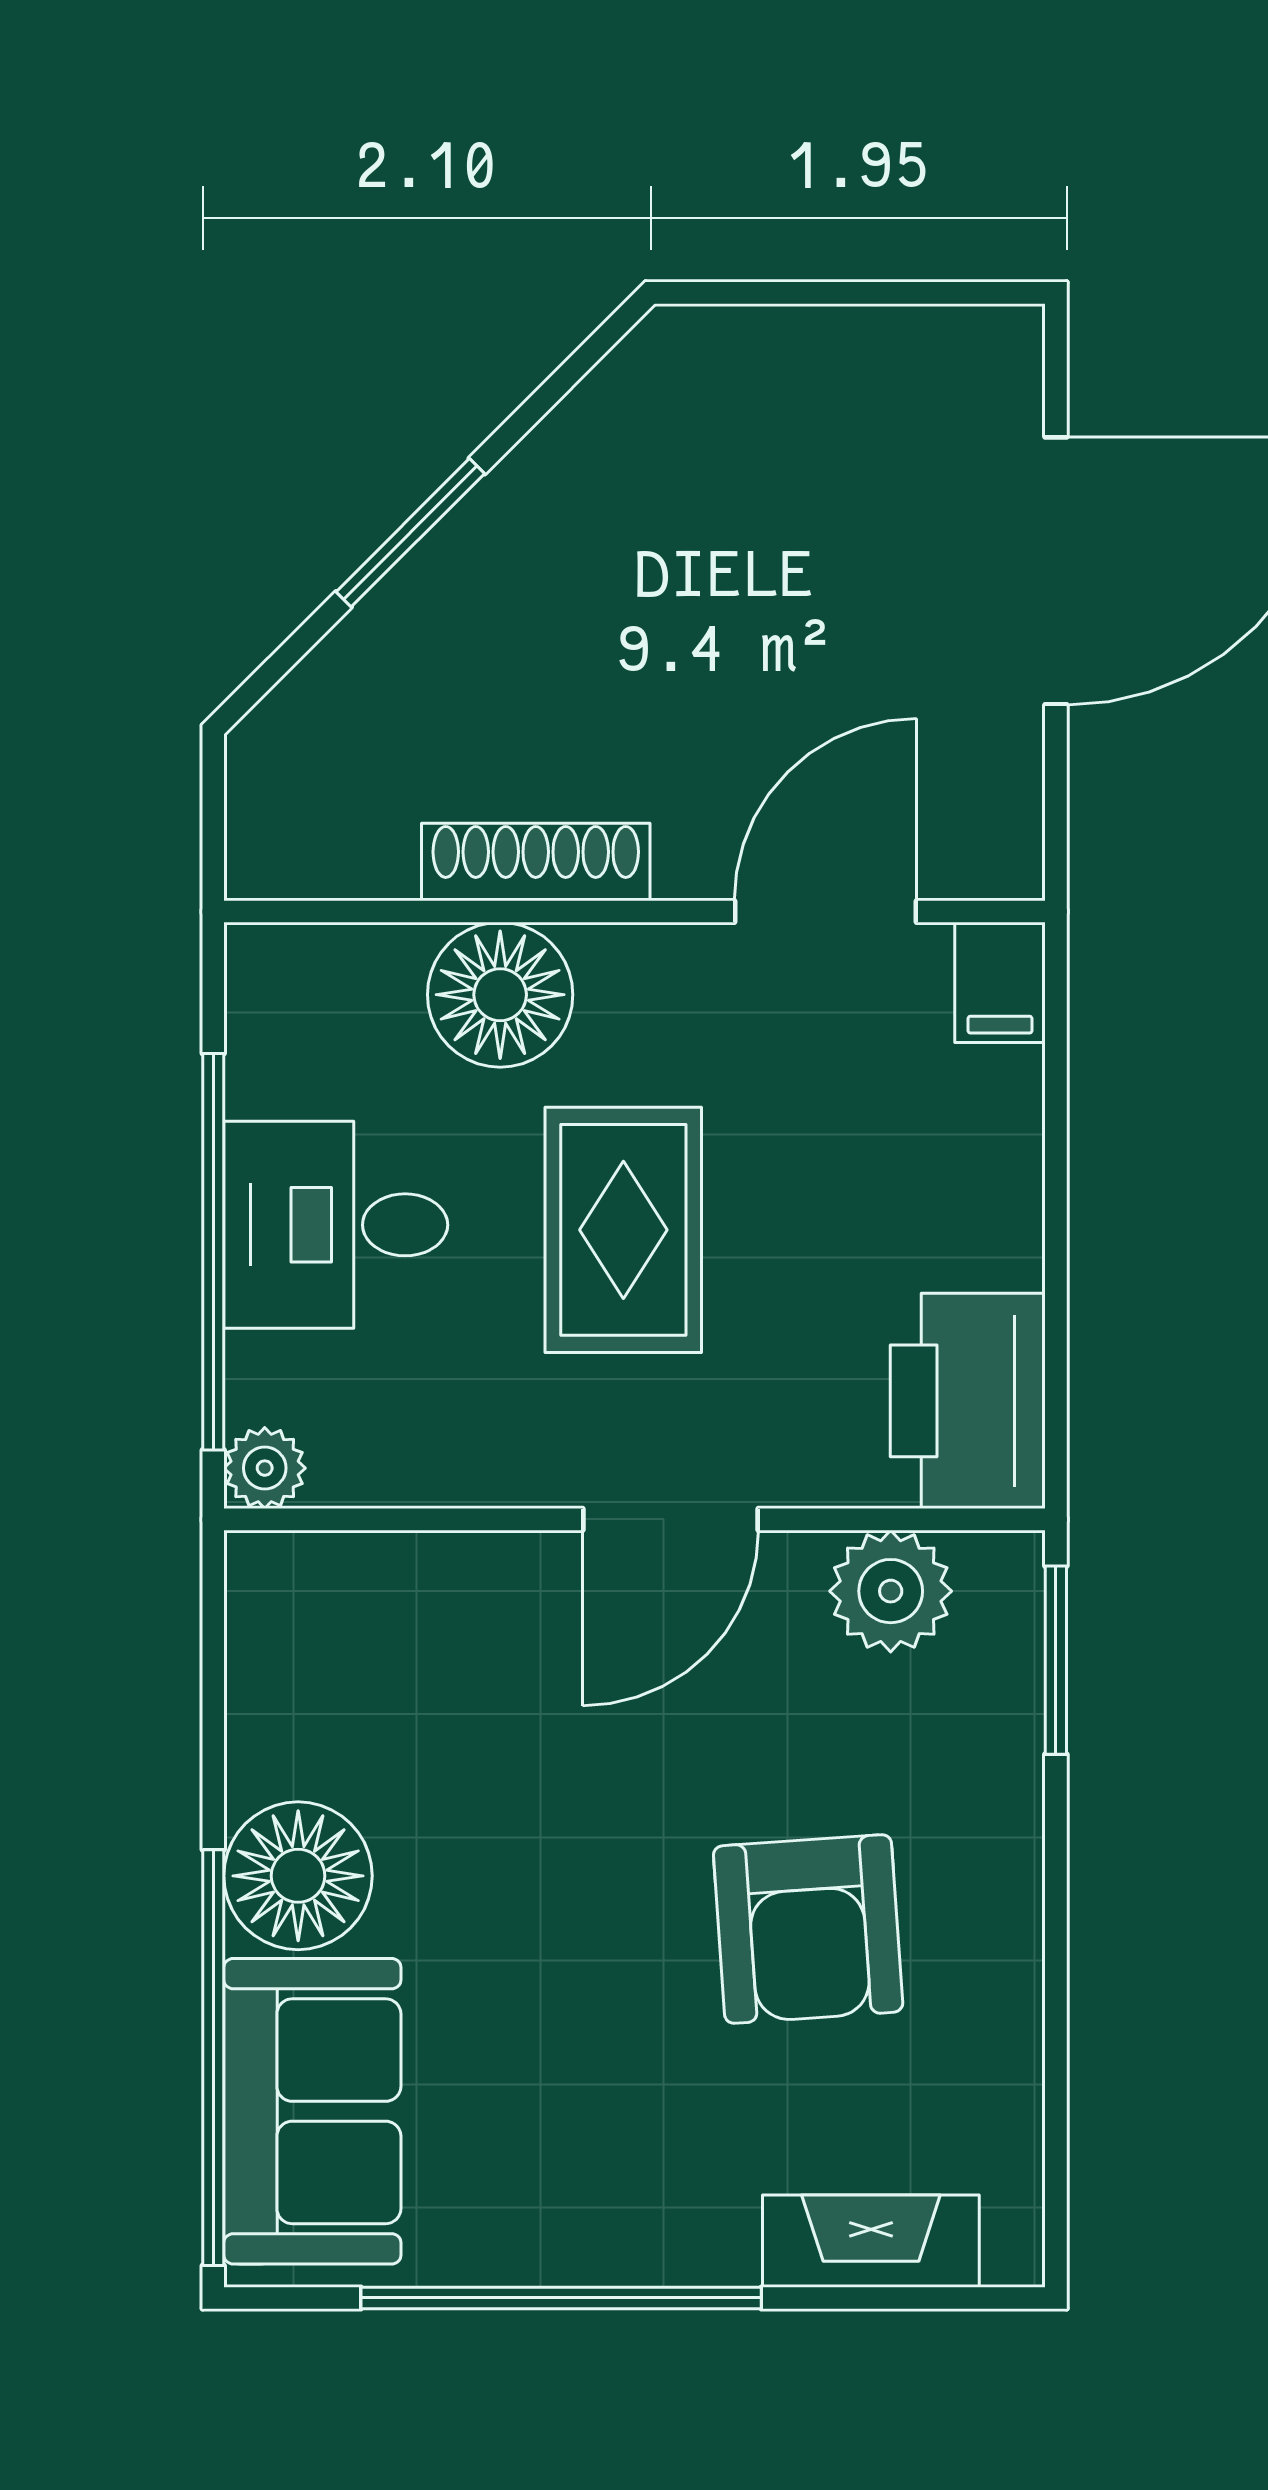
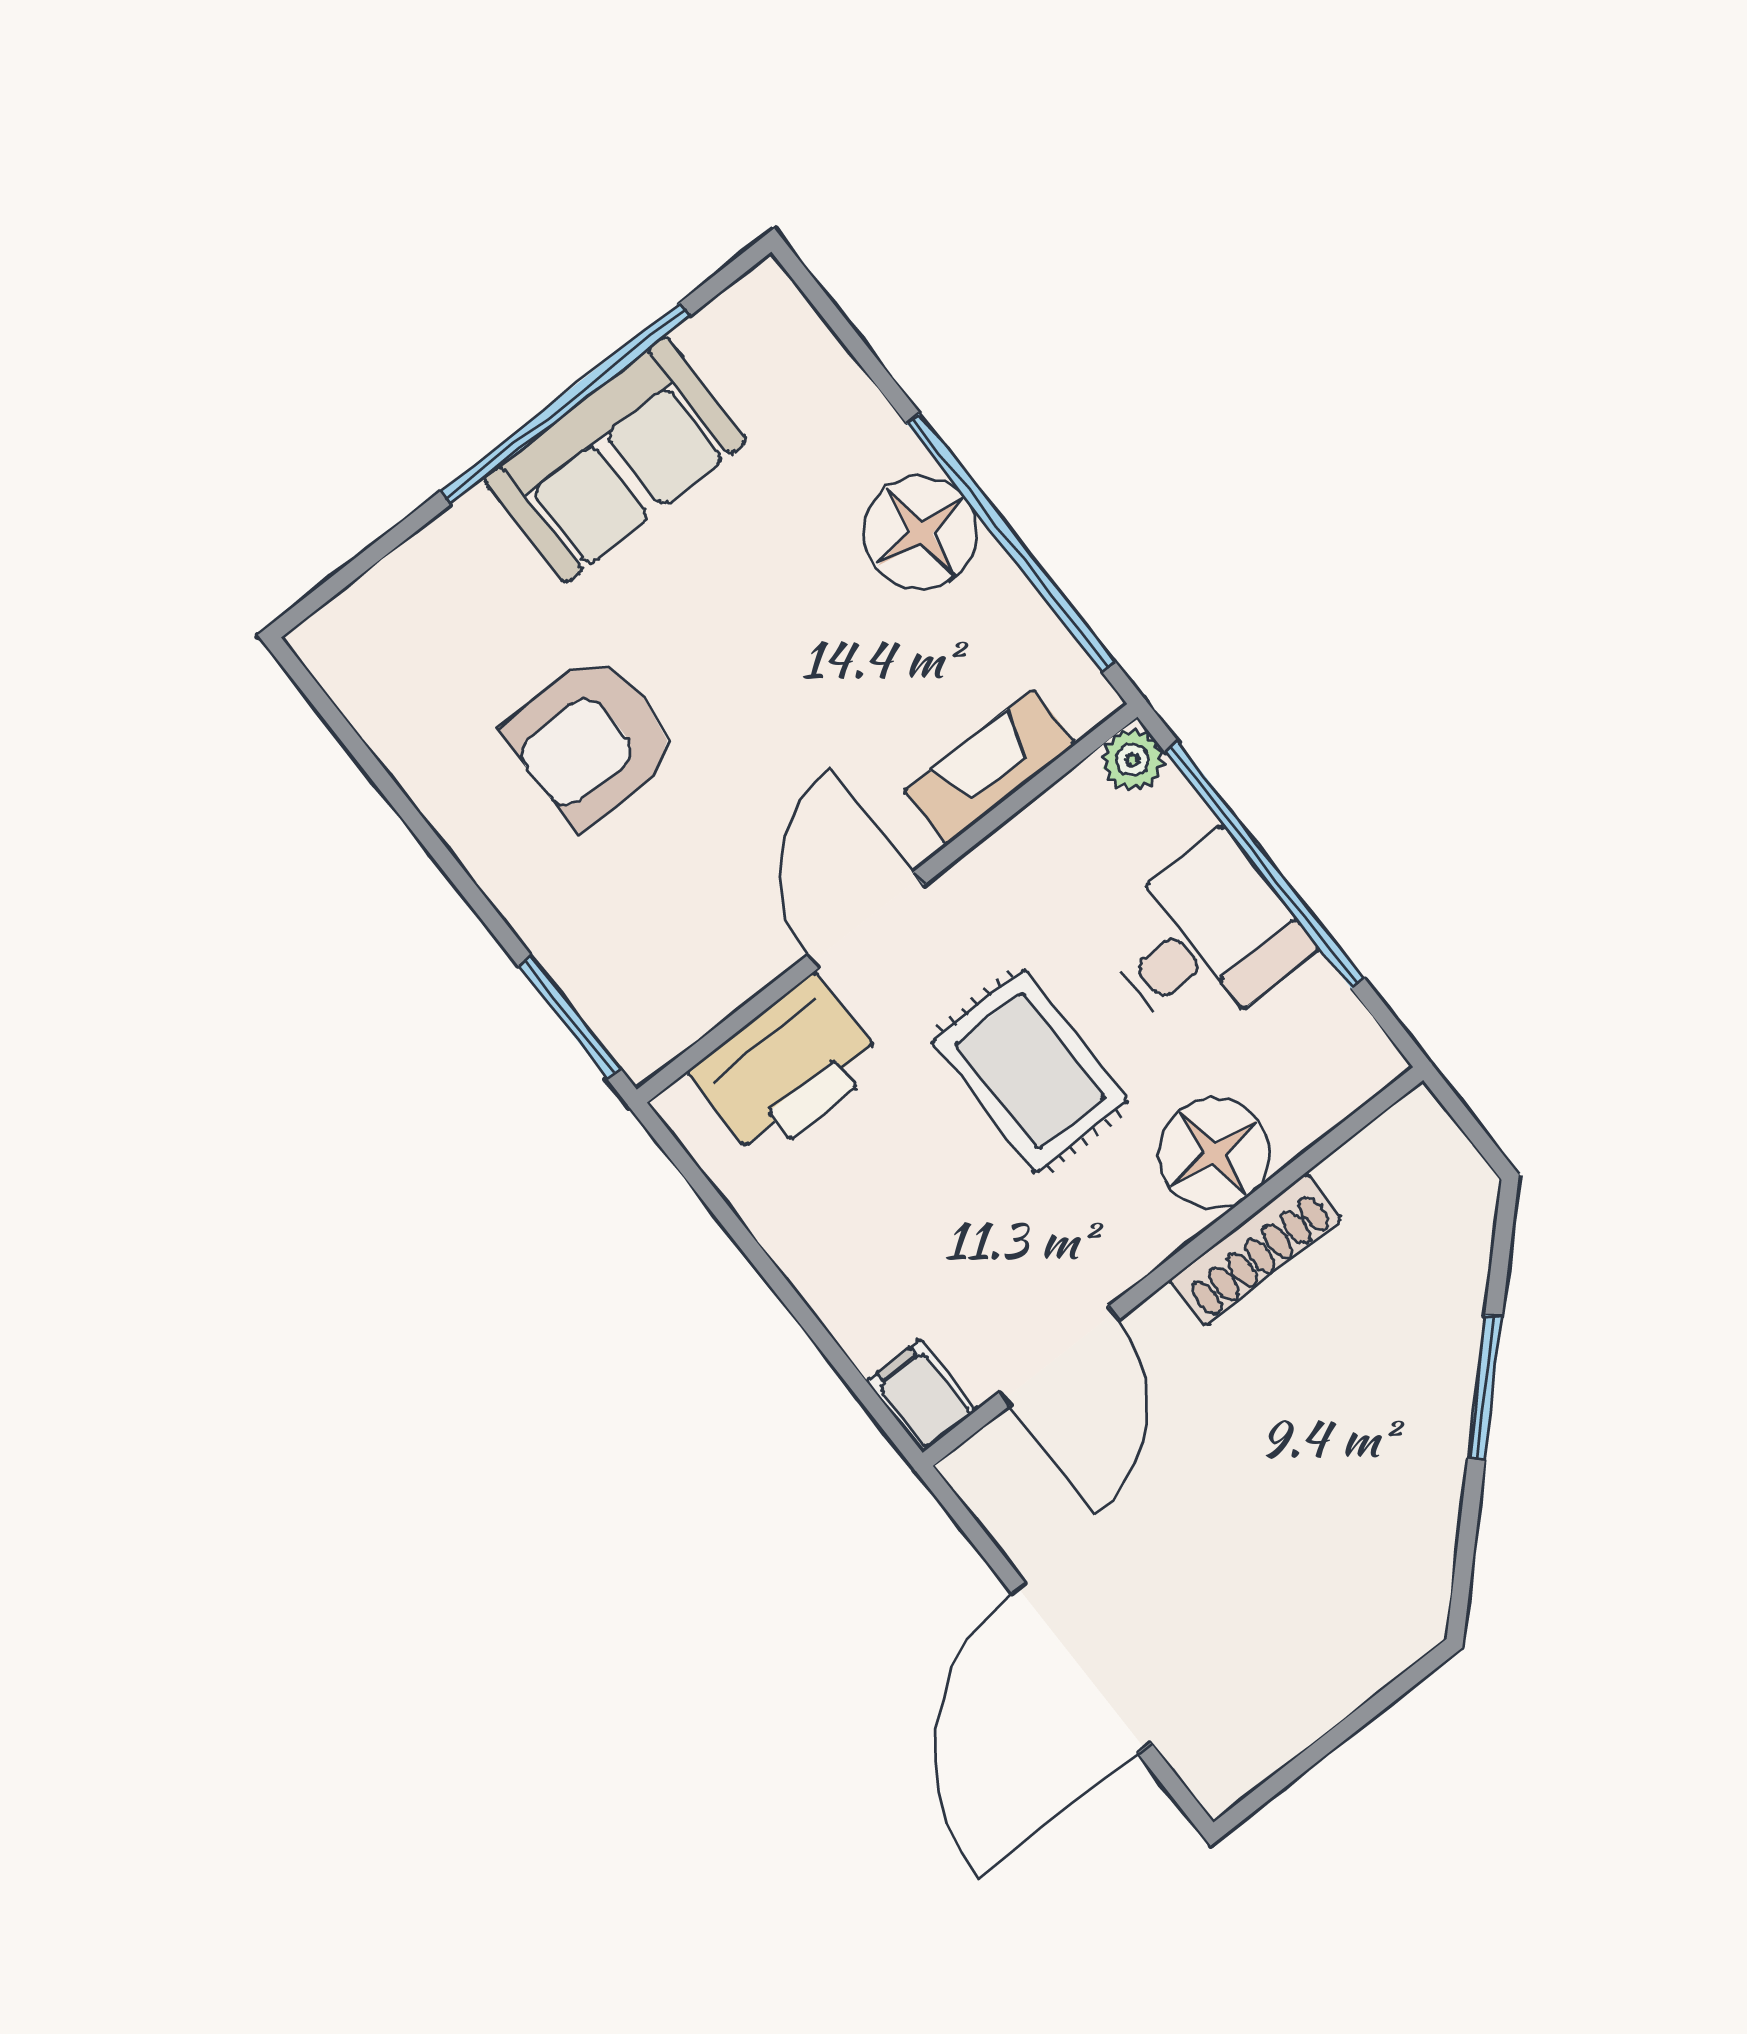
printer: (968, 1401) -> (787, 1067), moved, turned 90
plant: (891, 1591) -> (700, 981), removed
armchair: (808, 1929) -> (591, 740), turned -86
window: (213, 2058) -> (1011, 543), moved
sofa: (312, 2111) -> (615, 460), moved, turned -90
fireplace: (871, 2241) -> (990, 767), moved, turned 180

